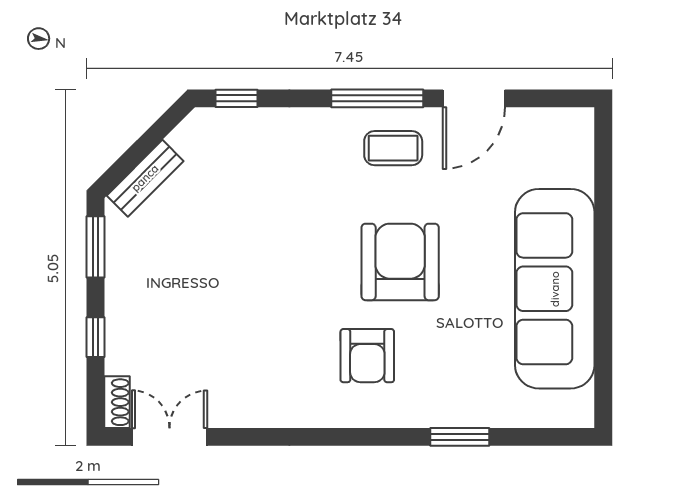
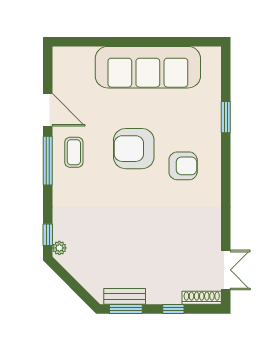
plant: (211, 121) -> (59, 248), added
bench: (145, 178) -> (125, 296), moved, turned -45
shoe rack: (117, 402) -> (202, 298), width x1.43
double door: (170, 437) -> (226, 270), swing flipped

